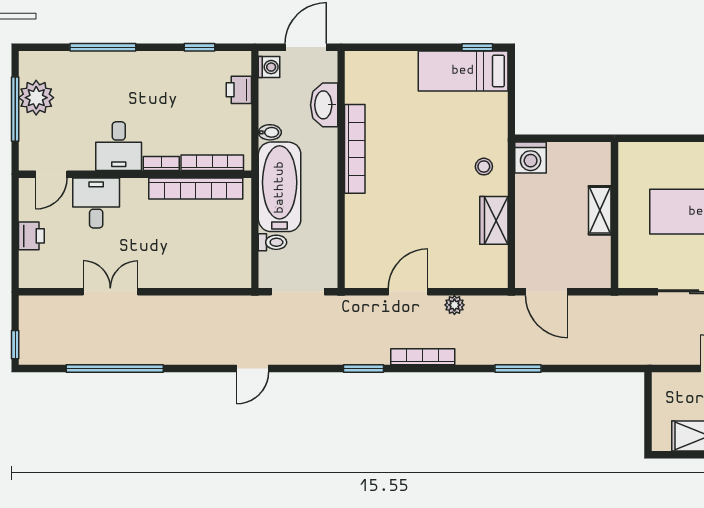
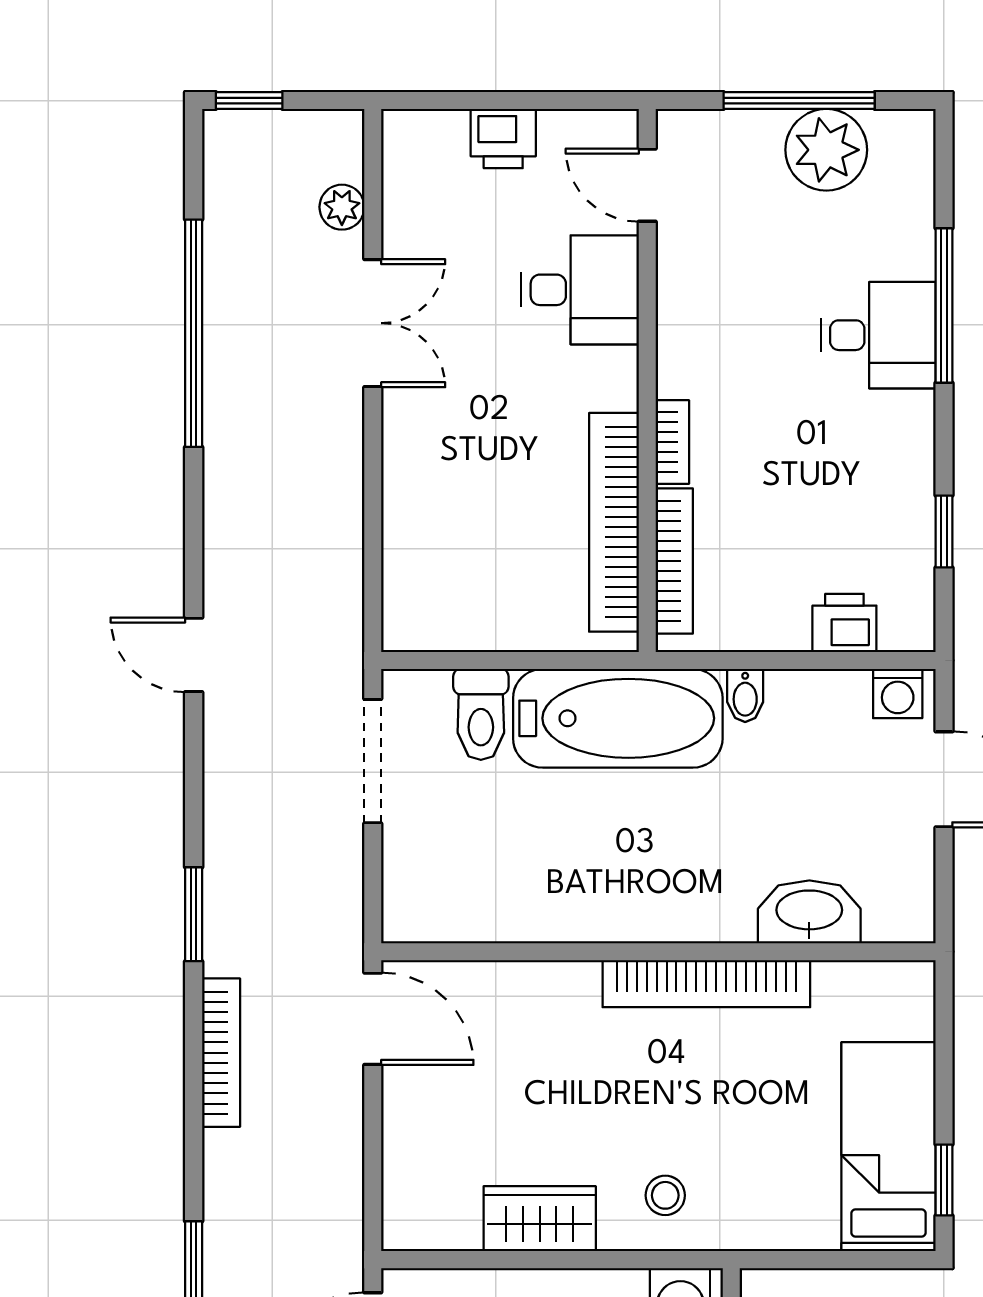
washbasin: (324, 105) -> (809, 912), moved
desk: (119, 146) -> (878, 335), moved, turned 180
bookcase: (355, 149) -> (706, 984), moved
wall: (341, 169) -> (658, 952), moved
toilet: (273, 242) -> (481, 714), width x1.37, depth x1.39
plant: (454, 305) -> (342, 207), moved

